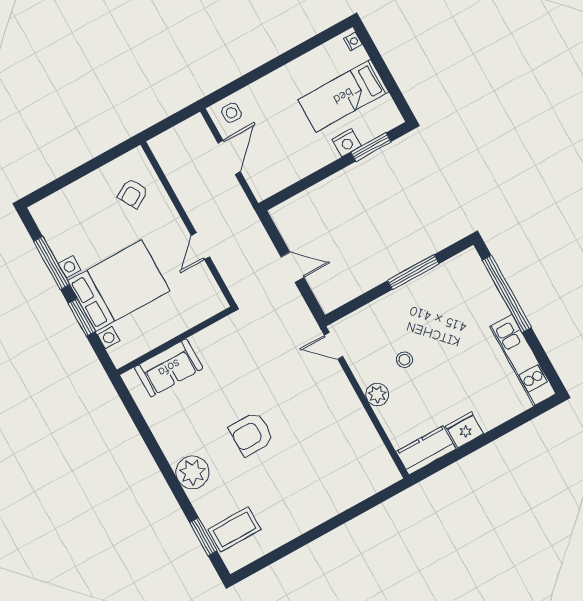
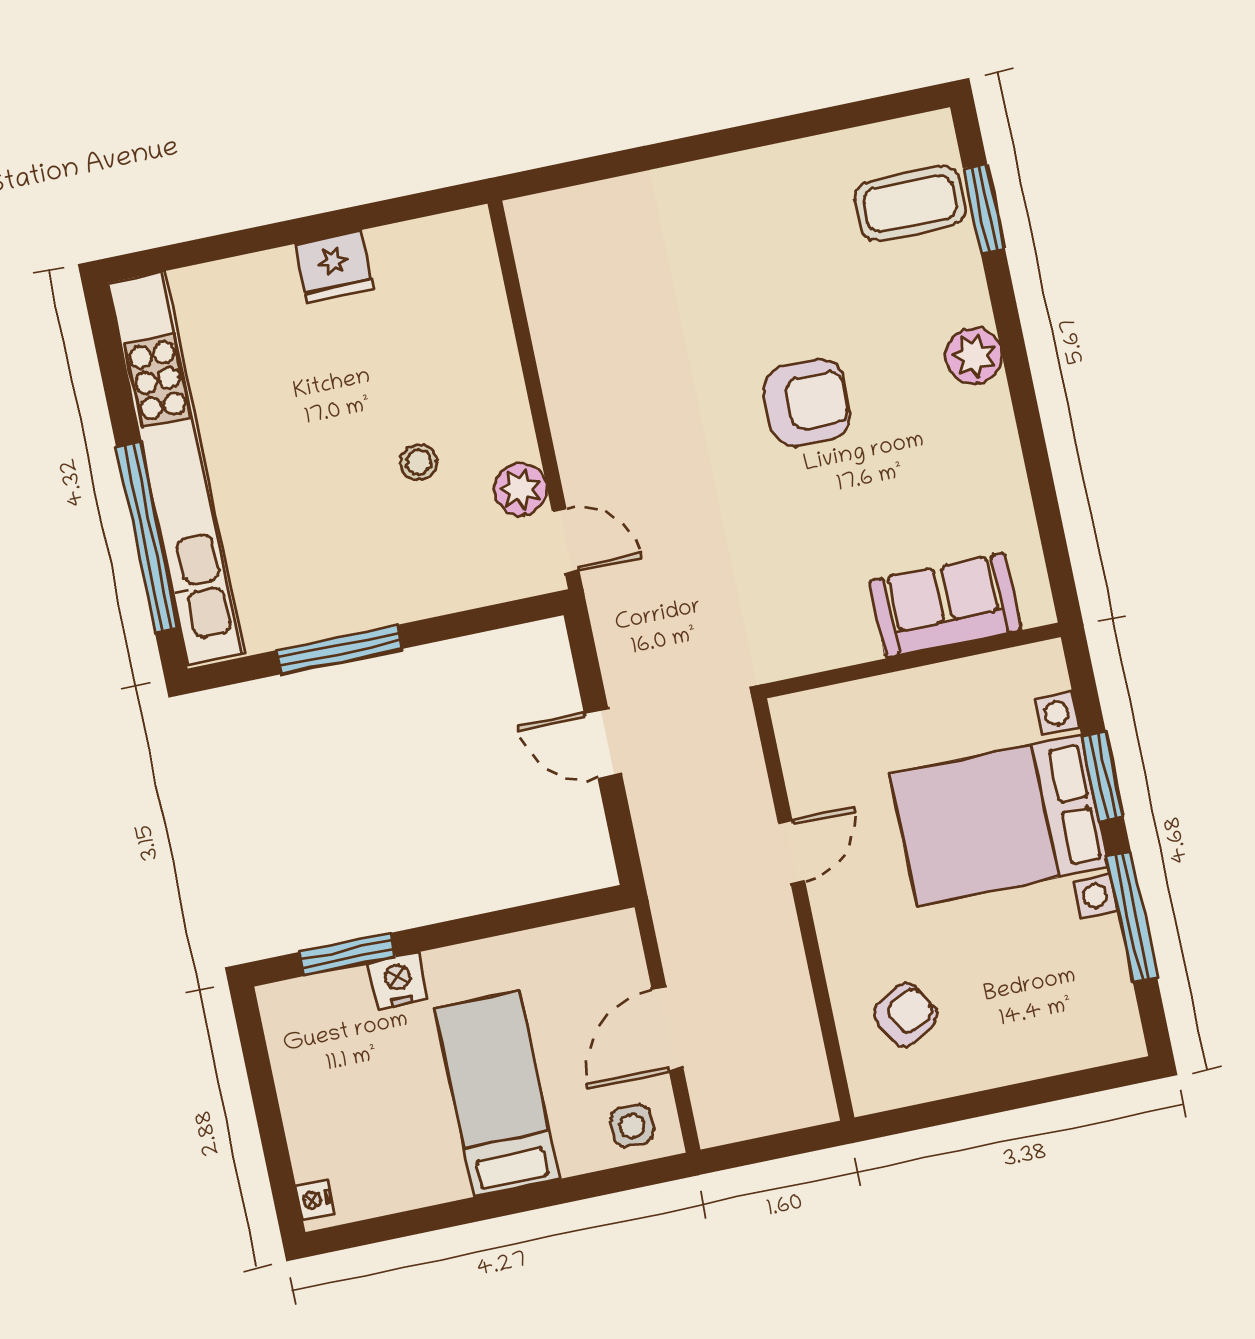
bed: (343, 96) -> (497, 1094), moved, turned -90
kitchen unit: (523, 360) -> (176, 468), width x1.86
plant: (377, 395) -> (521, 489), moved
kitchen counter: (426, 450) -> (433, 247), removed
plant: (192, 472) -> (974, 356), width x0.73, depth x0.73

